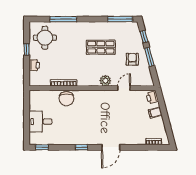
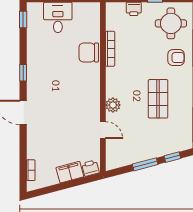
armchair: (132, 59) -> (176, 58), moved
filing cabinet: (155, 113) -> (70, 172), width x2.00

